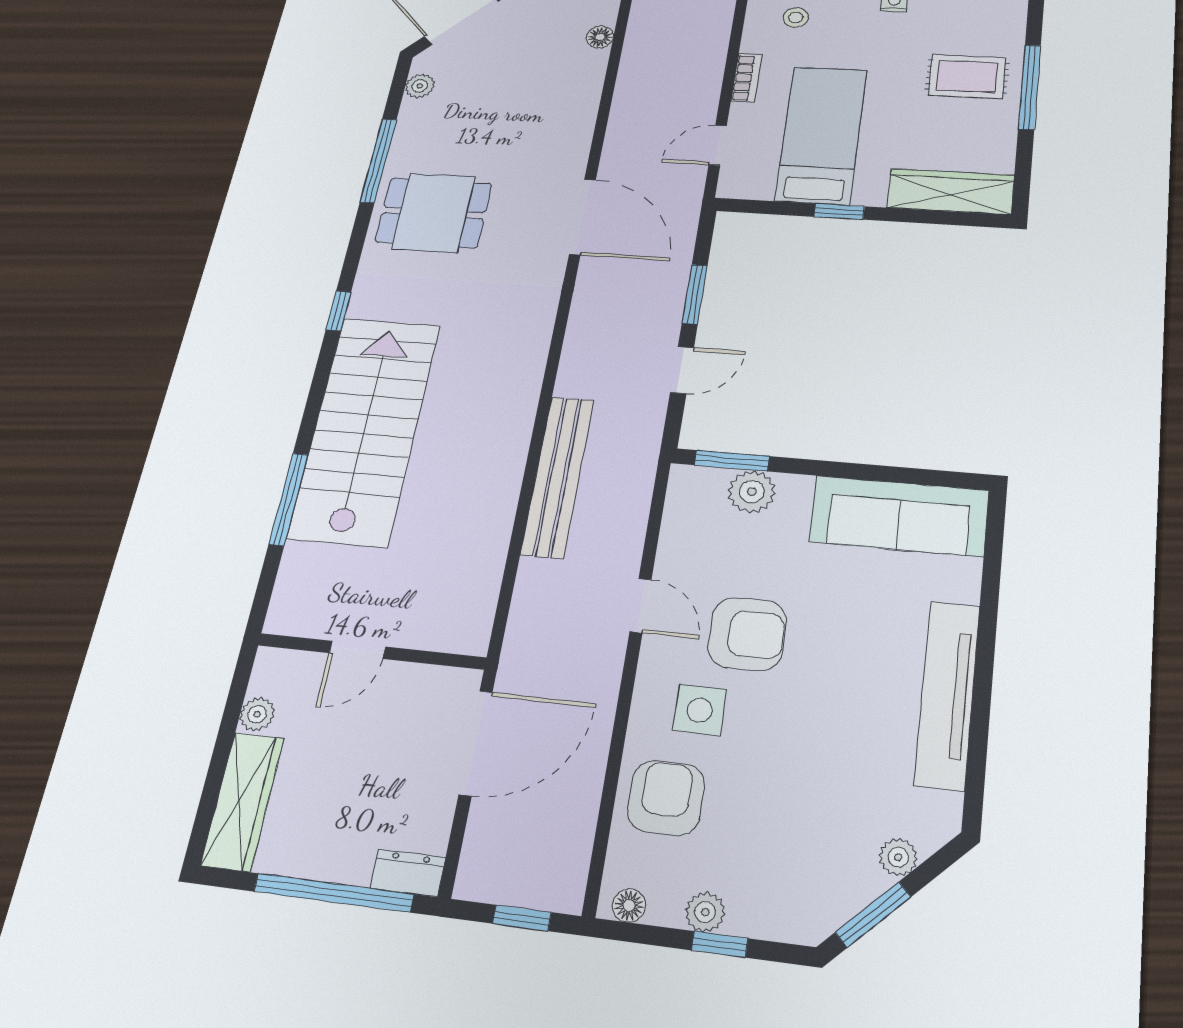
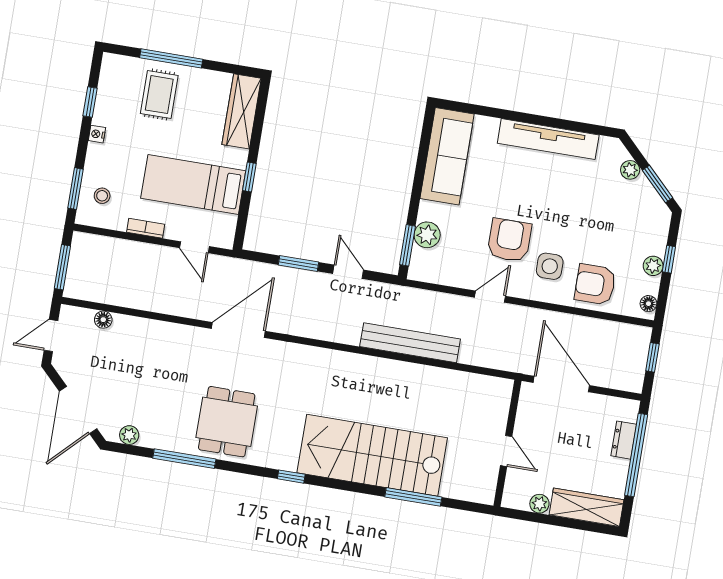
dresser: (408, 873) -> (624, 440), moved

